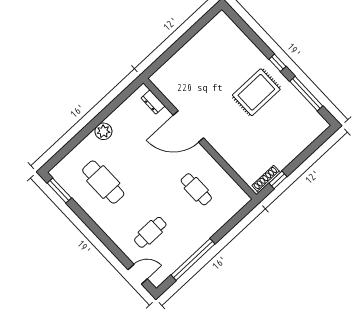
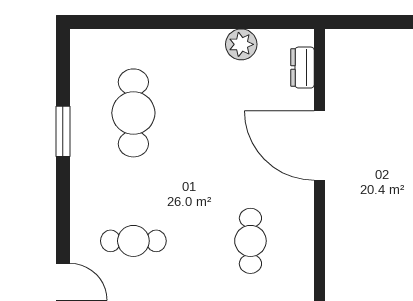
plant: (103, 131) -> (241, 44), moved
window: (59, 191) -> (63, 131), moved

